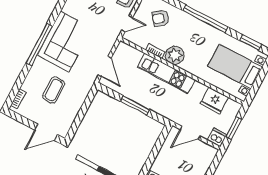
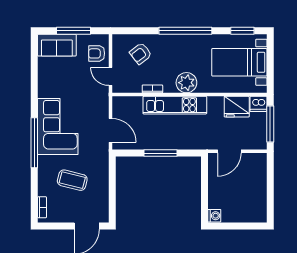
door: (127, 24) -> (110, 76), swing flipped
plant: (175, 55) -> (186, 83), moved
coffee table: (54, 90) -> (72, 180), turned -76
window: (234, 128) -> (270, 124), width x1.44
dishwasher: (217, 137) -> (259, 104), moved, turned 180

